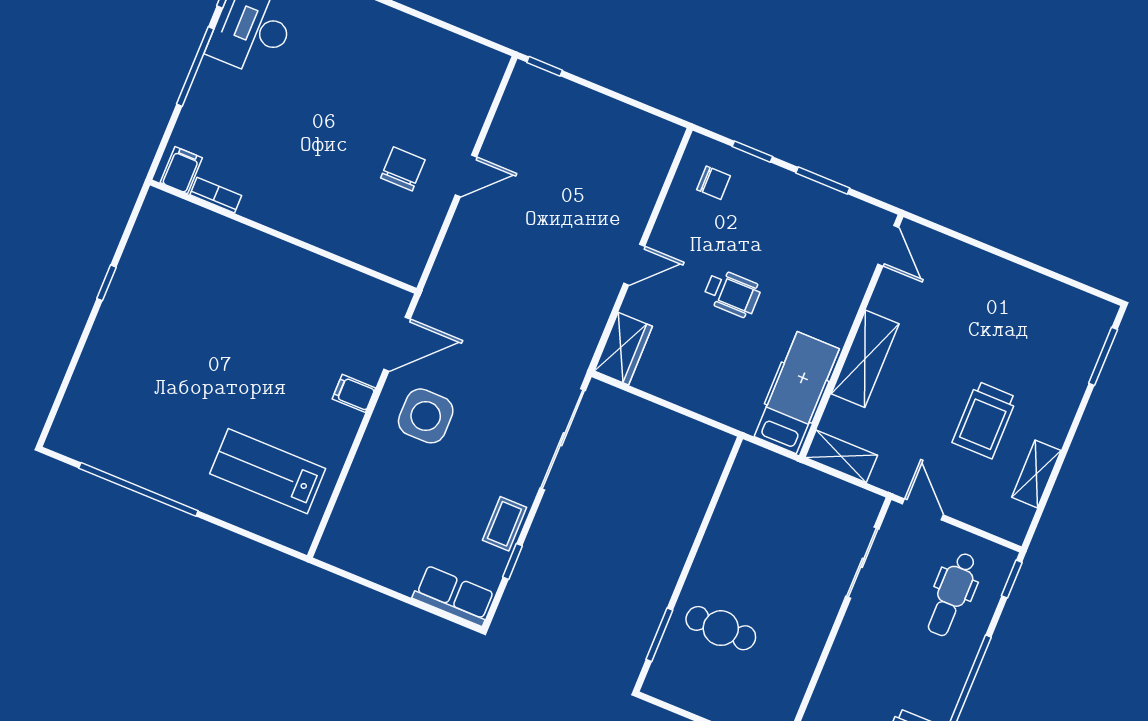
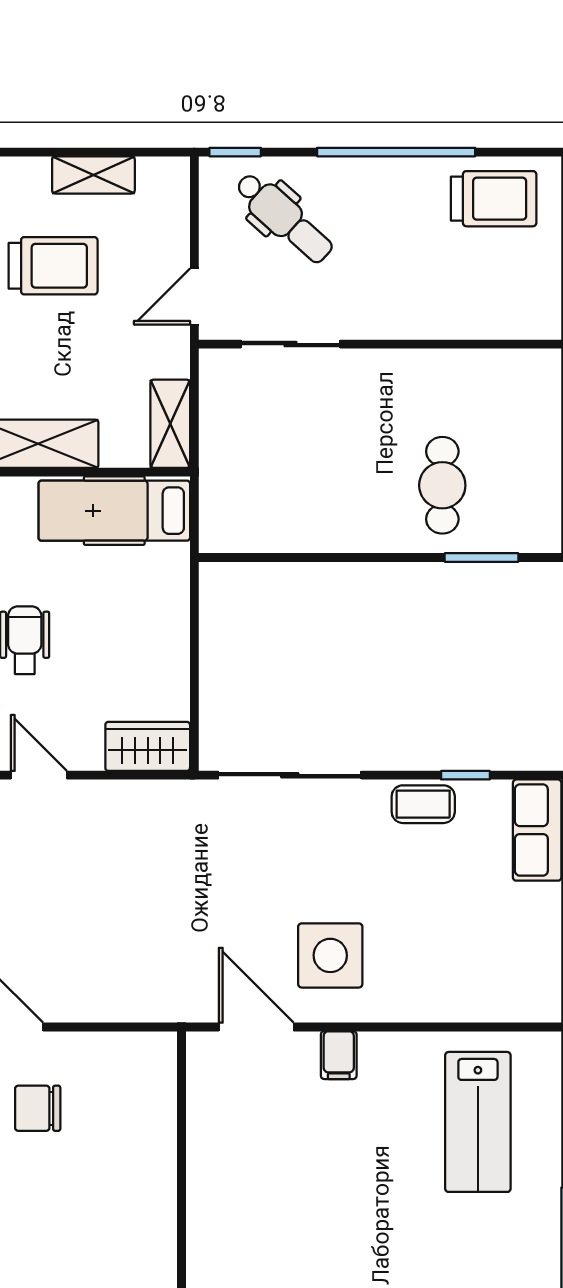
dental chair: (952, 594) -> (284, 218), turned 42

